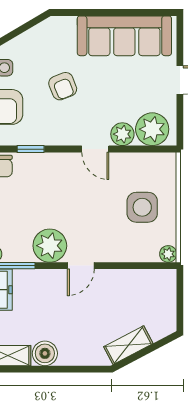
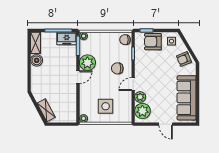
armchair: (63, 86) -> (184, 59), moved
chair: (62, 183) -> (117, 68), added
door: (81, 266) -> (78, 77), swing flipped
shelving: (128, 345) -> (46, 110), moved

